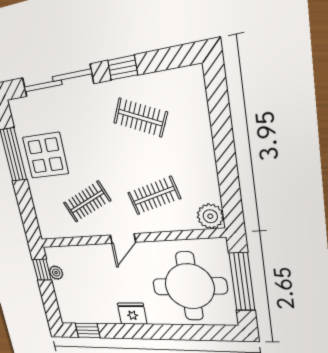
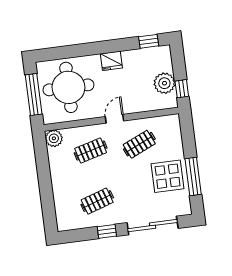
clothes rail: (140, 117) -> (97, 201), turned -42
plant: (56, 273) -> (164, 83), width x1.87, depth x1.87

